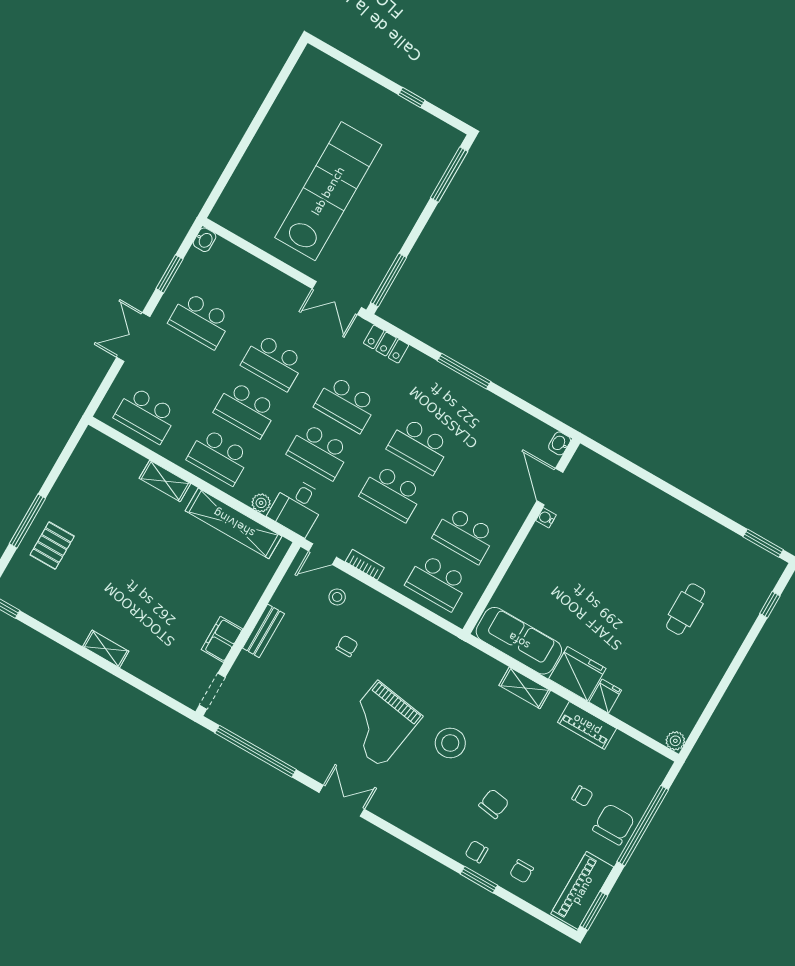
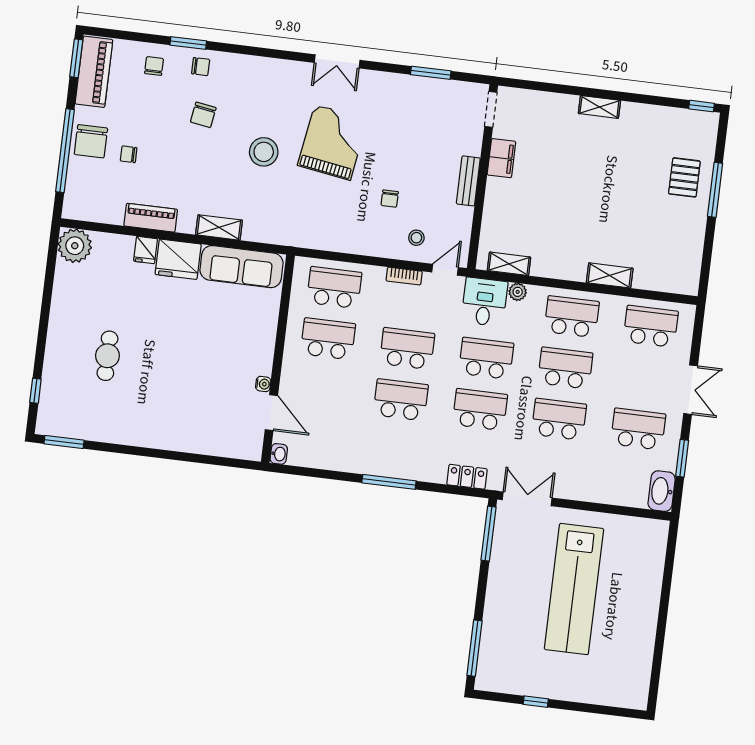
washbasin: (205, 240) -> (662, 491), width x1.91, depth x1.45
shelving: (234, 523) -> (509, 264), width x0.45, depth x0.75
plant: (675, 741) -> (75, 246), width x1.87, depth x1.87
window: (256, 751) -> (431, 73), width x0.47

